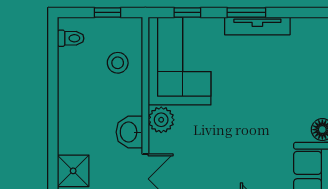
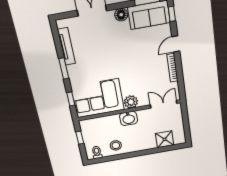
tv unit: (257, 26) -> (66, 46), moved
stool: (118, 63) -> (116, 145), moved
washbasin: (129, 132) -> (129, 118), moved

